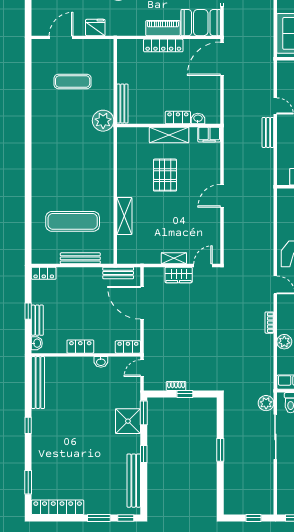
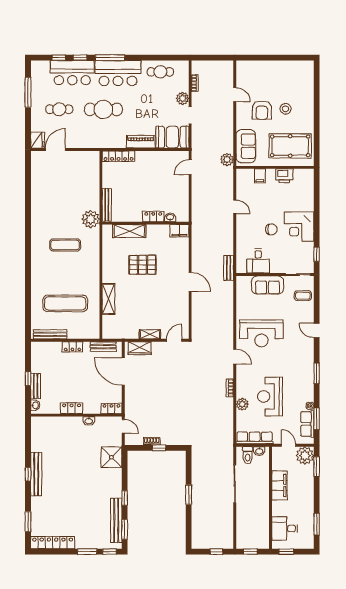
fridge: (95, 28) -> (38, 140), moved, turned 90
locker: (163, 45) -> (119, 156), moved
door: (222, 59) -> (190, 167), width x0.53
exercise mat: (73, 81) -> (65, 245), moved
bench: (268, 132) -> (229, 268), moved
shelving: (169, 135) -> (129, 231), moved
pallet: (165, 175) -> (142, 265), turned 90
door: (222, 196) -> (190, 282), swing flipped
bench: (80, 258) -> (50, 334), moved
locker: (44, 273) -> (72, 347), moved
wardrobe: (179, 275) -> (140, 348), moved
door: (142, 368) -> (123, 426), swing flipped
bench: (38, 383) -> (36, 474), moved
plant: (266, 403) -> (227, 159), moved
window: (144, 413) -> (125, 529), moved
shower: (128, 421) -> (111, 457), moved

